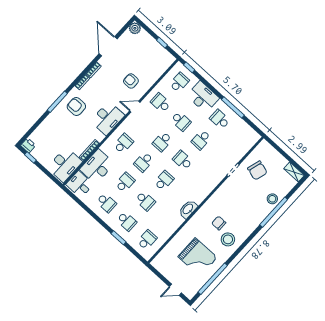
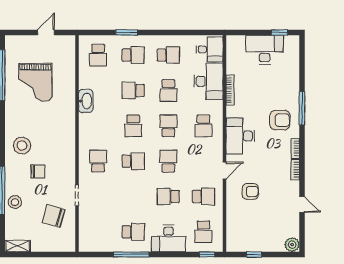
door: (108, 46) -> (302, 204), width x0.53
school desk: (201, 140) -> (98, 161), moved
printer: (28, 145) -> (292, 42), removed
desk: (65, 165) -> (265, 50), moved, turned 90
school desk: (106, 203) -> (168, 55), turned 180
washbasin: (188, 209) -> (86, 101), moved
school desk: (127, 221) -> (133, 55), turned 180
chair: (219, 223) -> (38, 171), moved
stool: (228, 239) -> (22, 146), moved
grand piano: (198, 257) -> (35, 82), turned -90
door: (175, 290) -> (46, 32), moved

